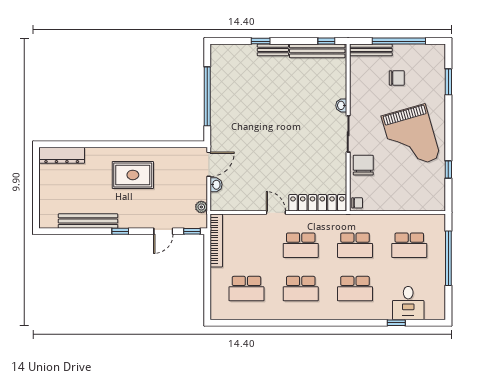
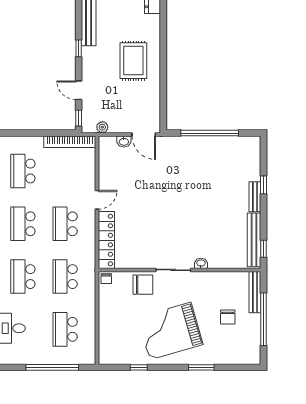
window: (448, 82) -> (201, 367), moved

